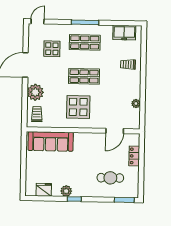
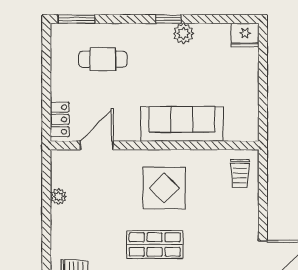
plant: (35, 92) -> (244, 214), removed
sofa: (51, 141) -> (182, 124), moved
locker: (134, 156) -> (60, 119), moved
fridge: (44, 190) -> (245, 35), moved

